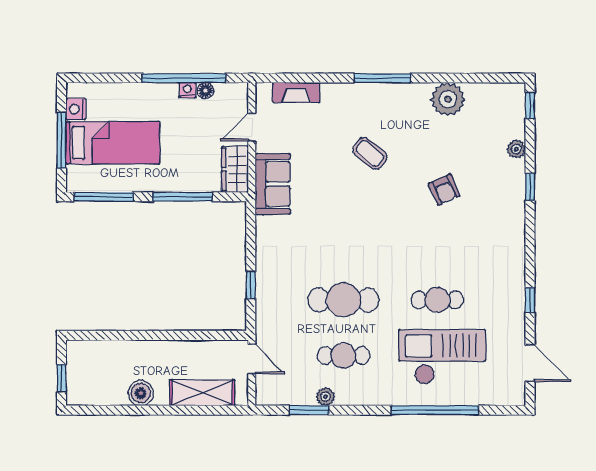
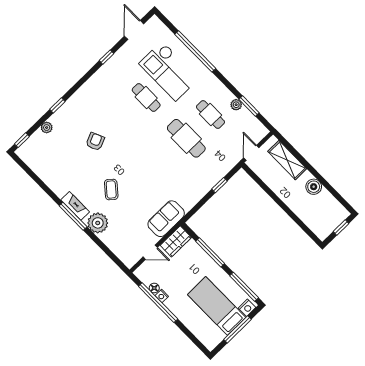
fireplace: (296, 93) -> (75, 206), moved
plant: (448, 99) -> (98, 223), moved
nightstand: (76, 109) -> (247, 308), moved

